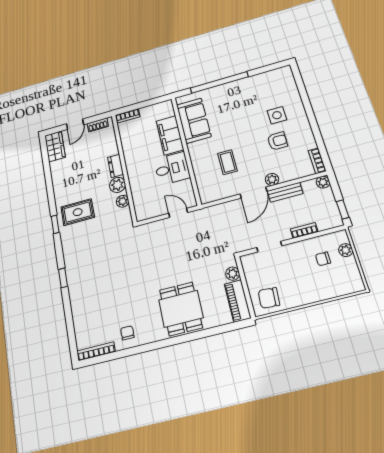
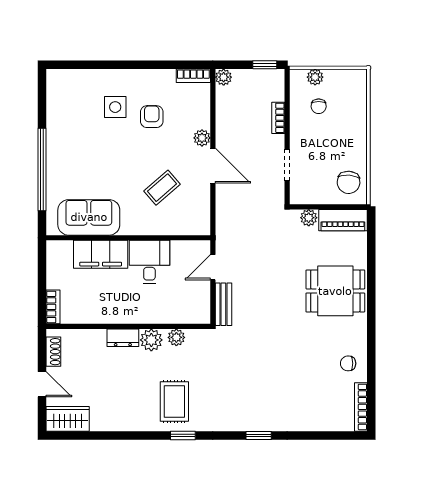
coffee table: (227, 162) -> (162, 188), turned -41
bench: (285, 192) -> (223, 304), moved

